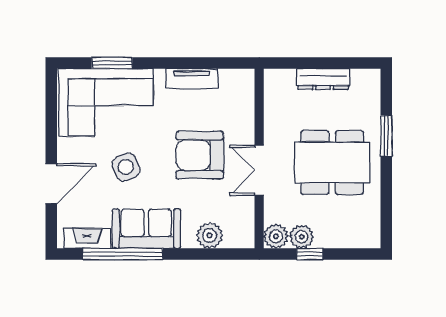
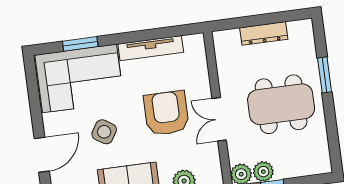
tv unit: (192, 79) -> (151, 48), width x1.41
armchair: (200, 155) -> (166, 113), turned 90
side table: (126, 167) -> (104, 132), turned -35

